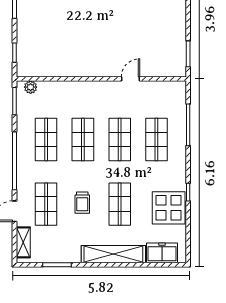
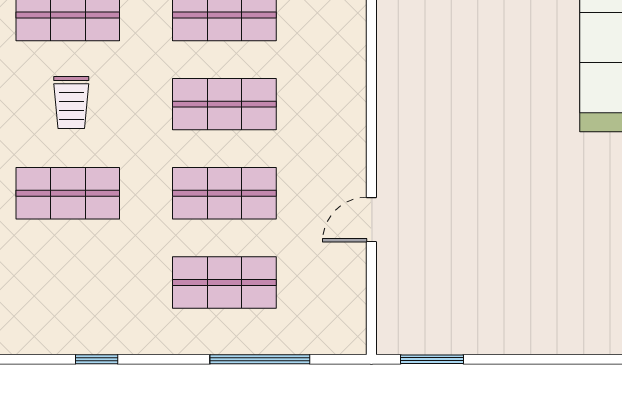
door: (131, 79) -> (371, 220), swing flipped
trolley: (82, 203) -> (71, 103), turned -90
display table: (169, 208) -> (59, 312), removed

